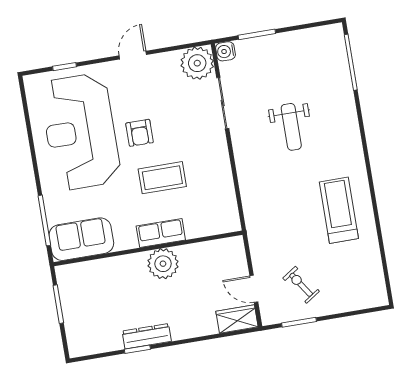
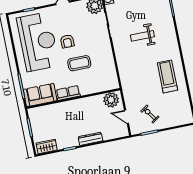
weight bench: (291, 127) -> (142, 36), turned 90
reception desk: (80, 132) -> (38, 42), turned 180
row of seats: (161, 233) -> (68, 93), moved
plant: (163, 264) -> (111, 100), moved
wardrobe: (237, 319) -> (47, 147), moved
dresser: (147, 336) -> (90, 139), moved

